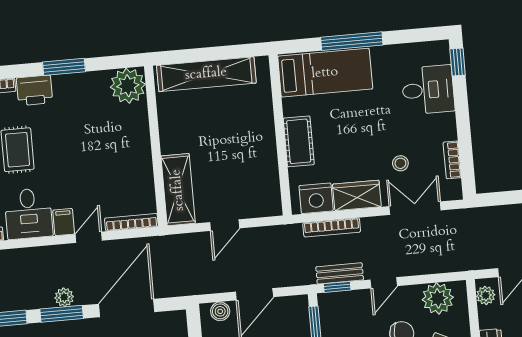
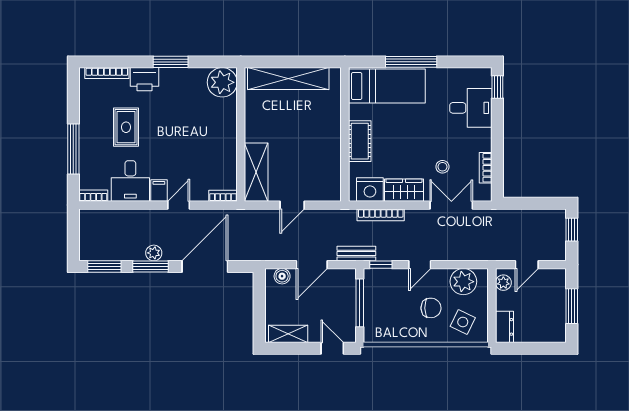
bookcase: (131, 222) -> (223, 196), width x0.64
bench: (340, 273) -> (356, 254), moved

